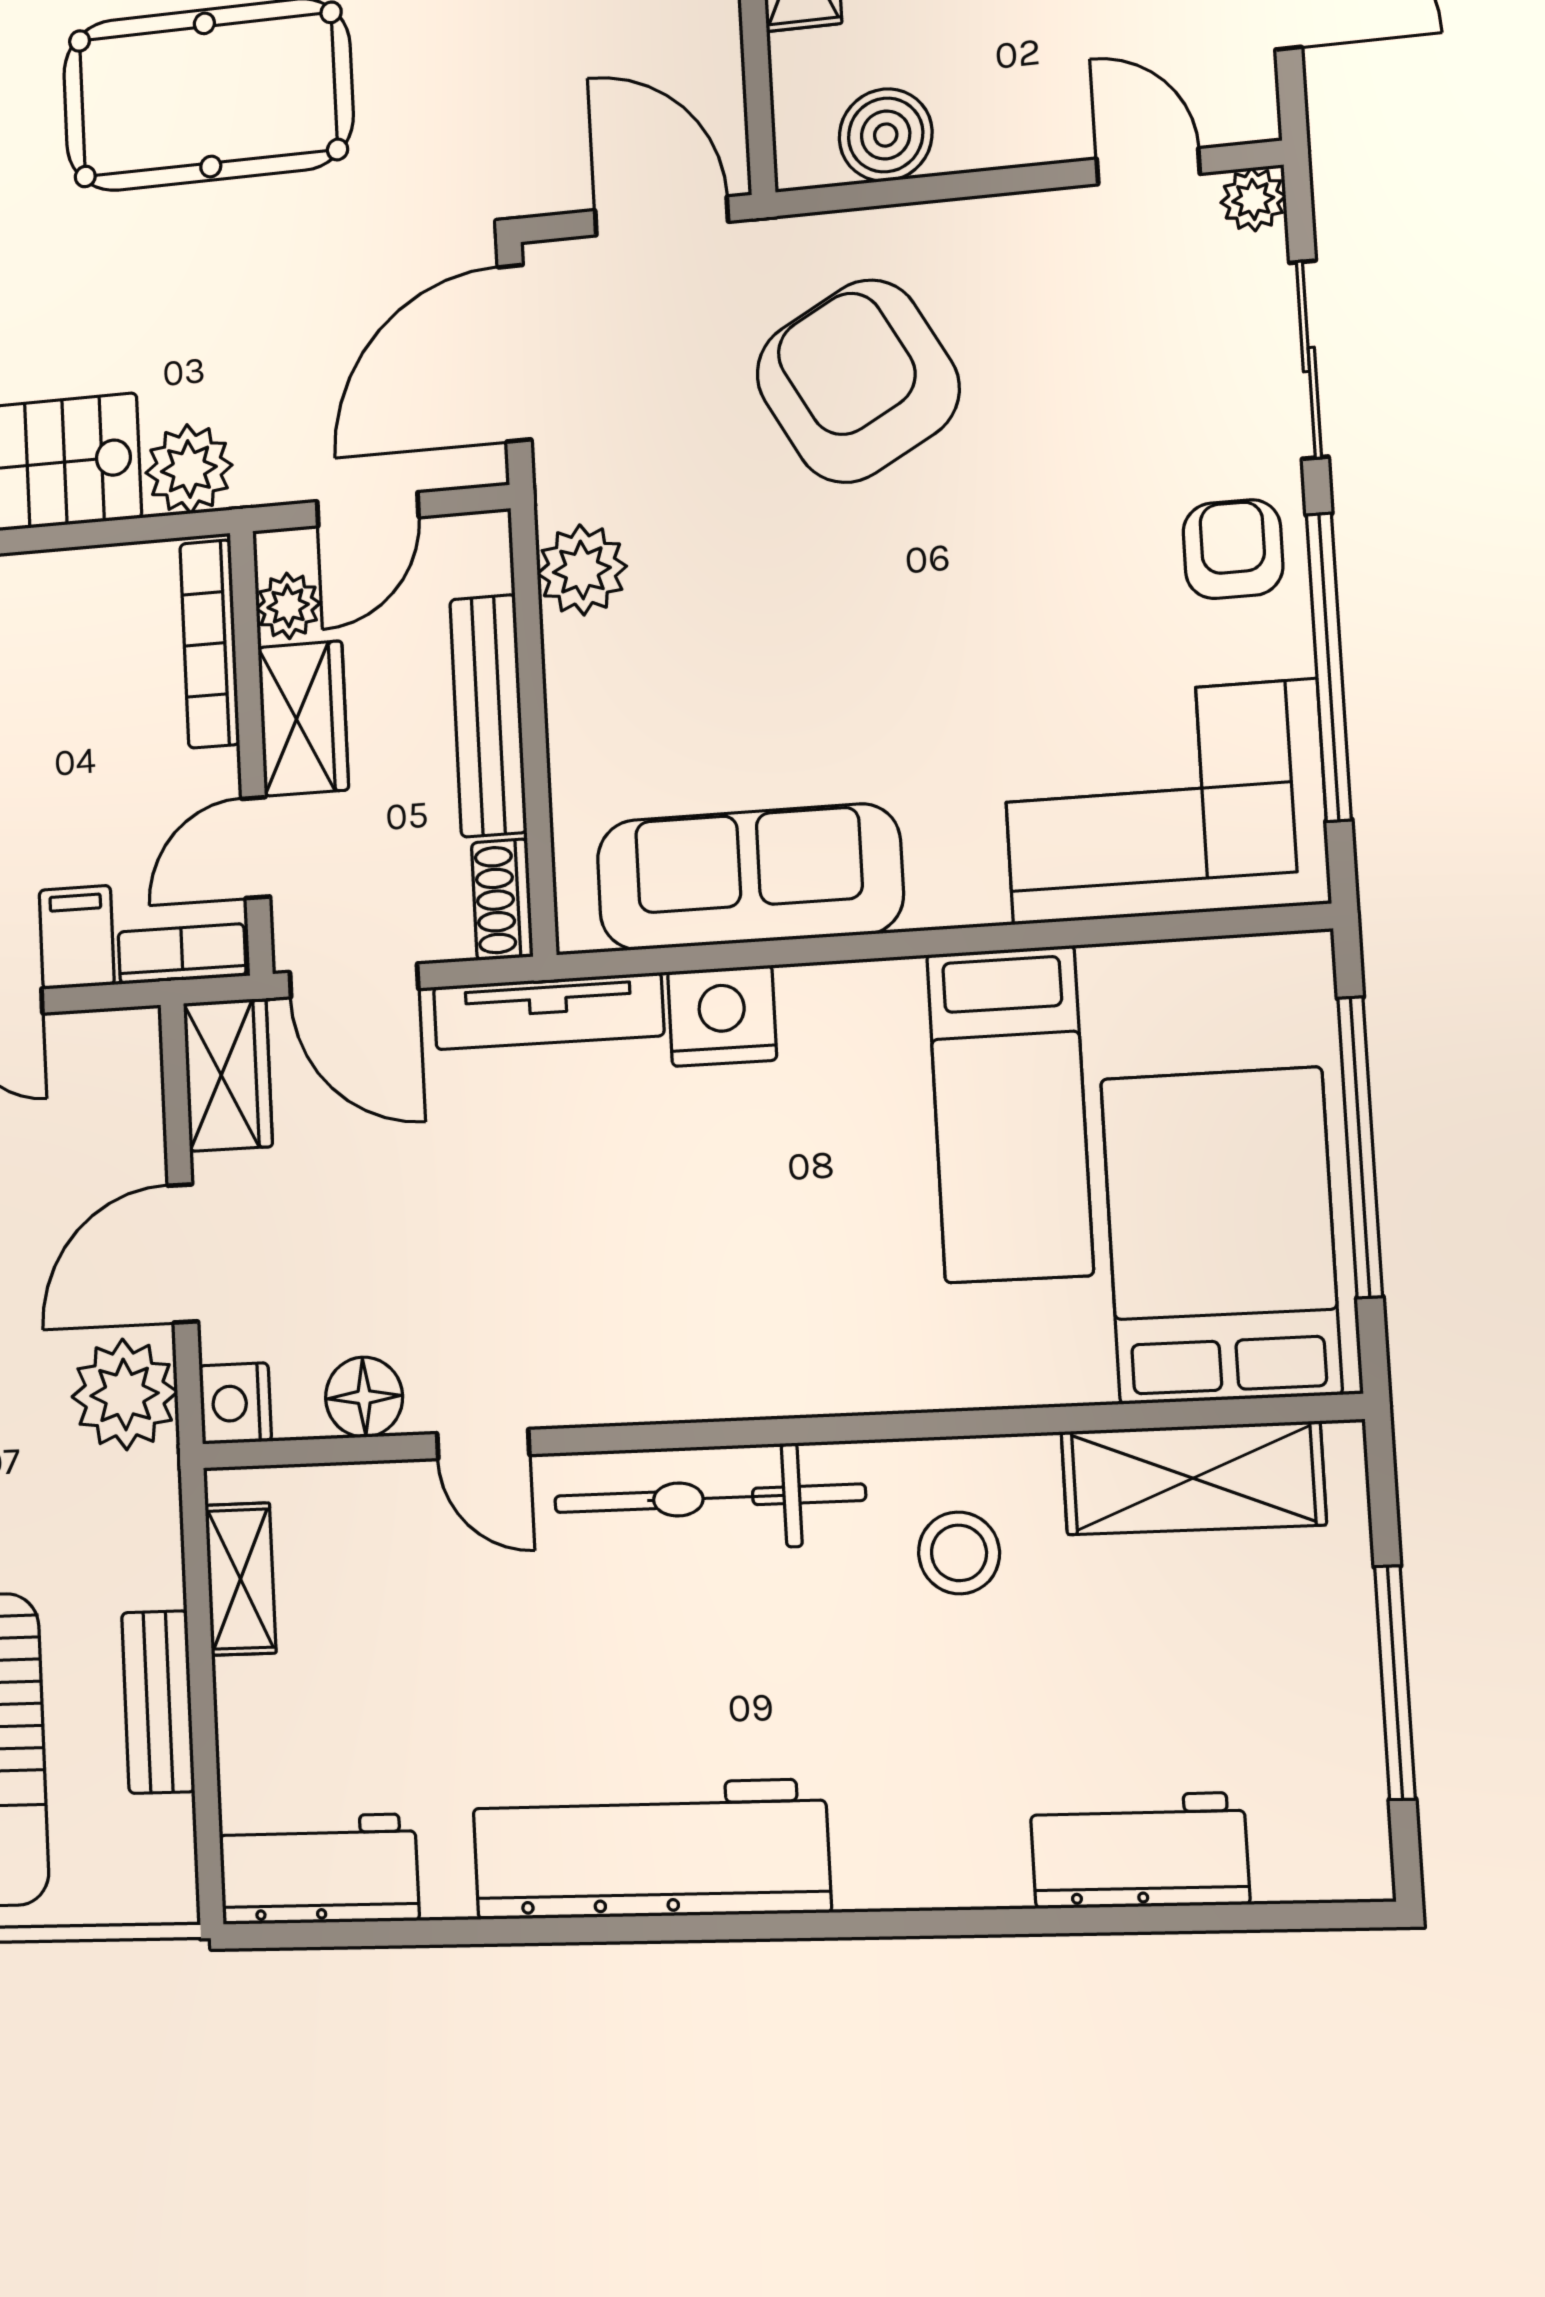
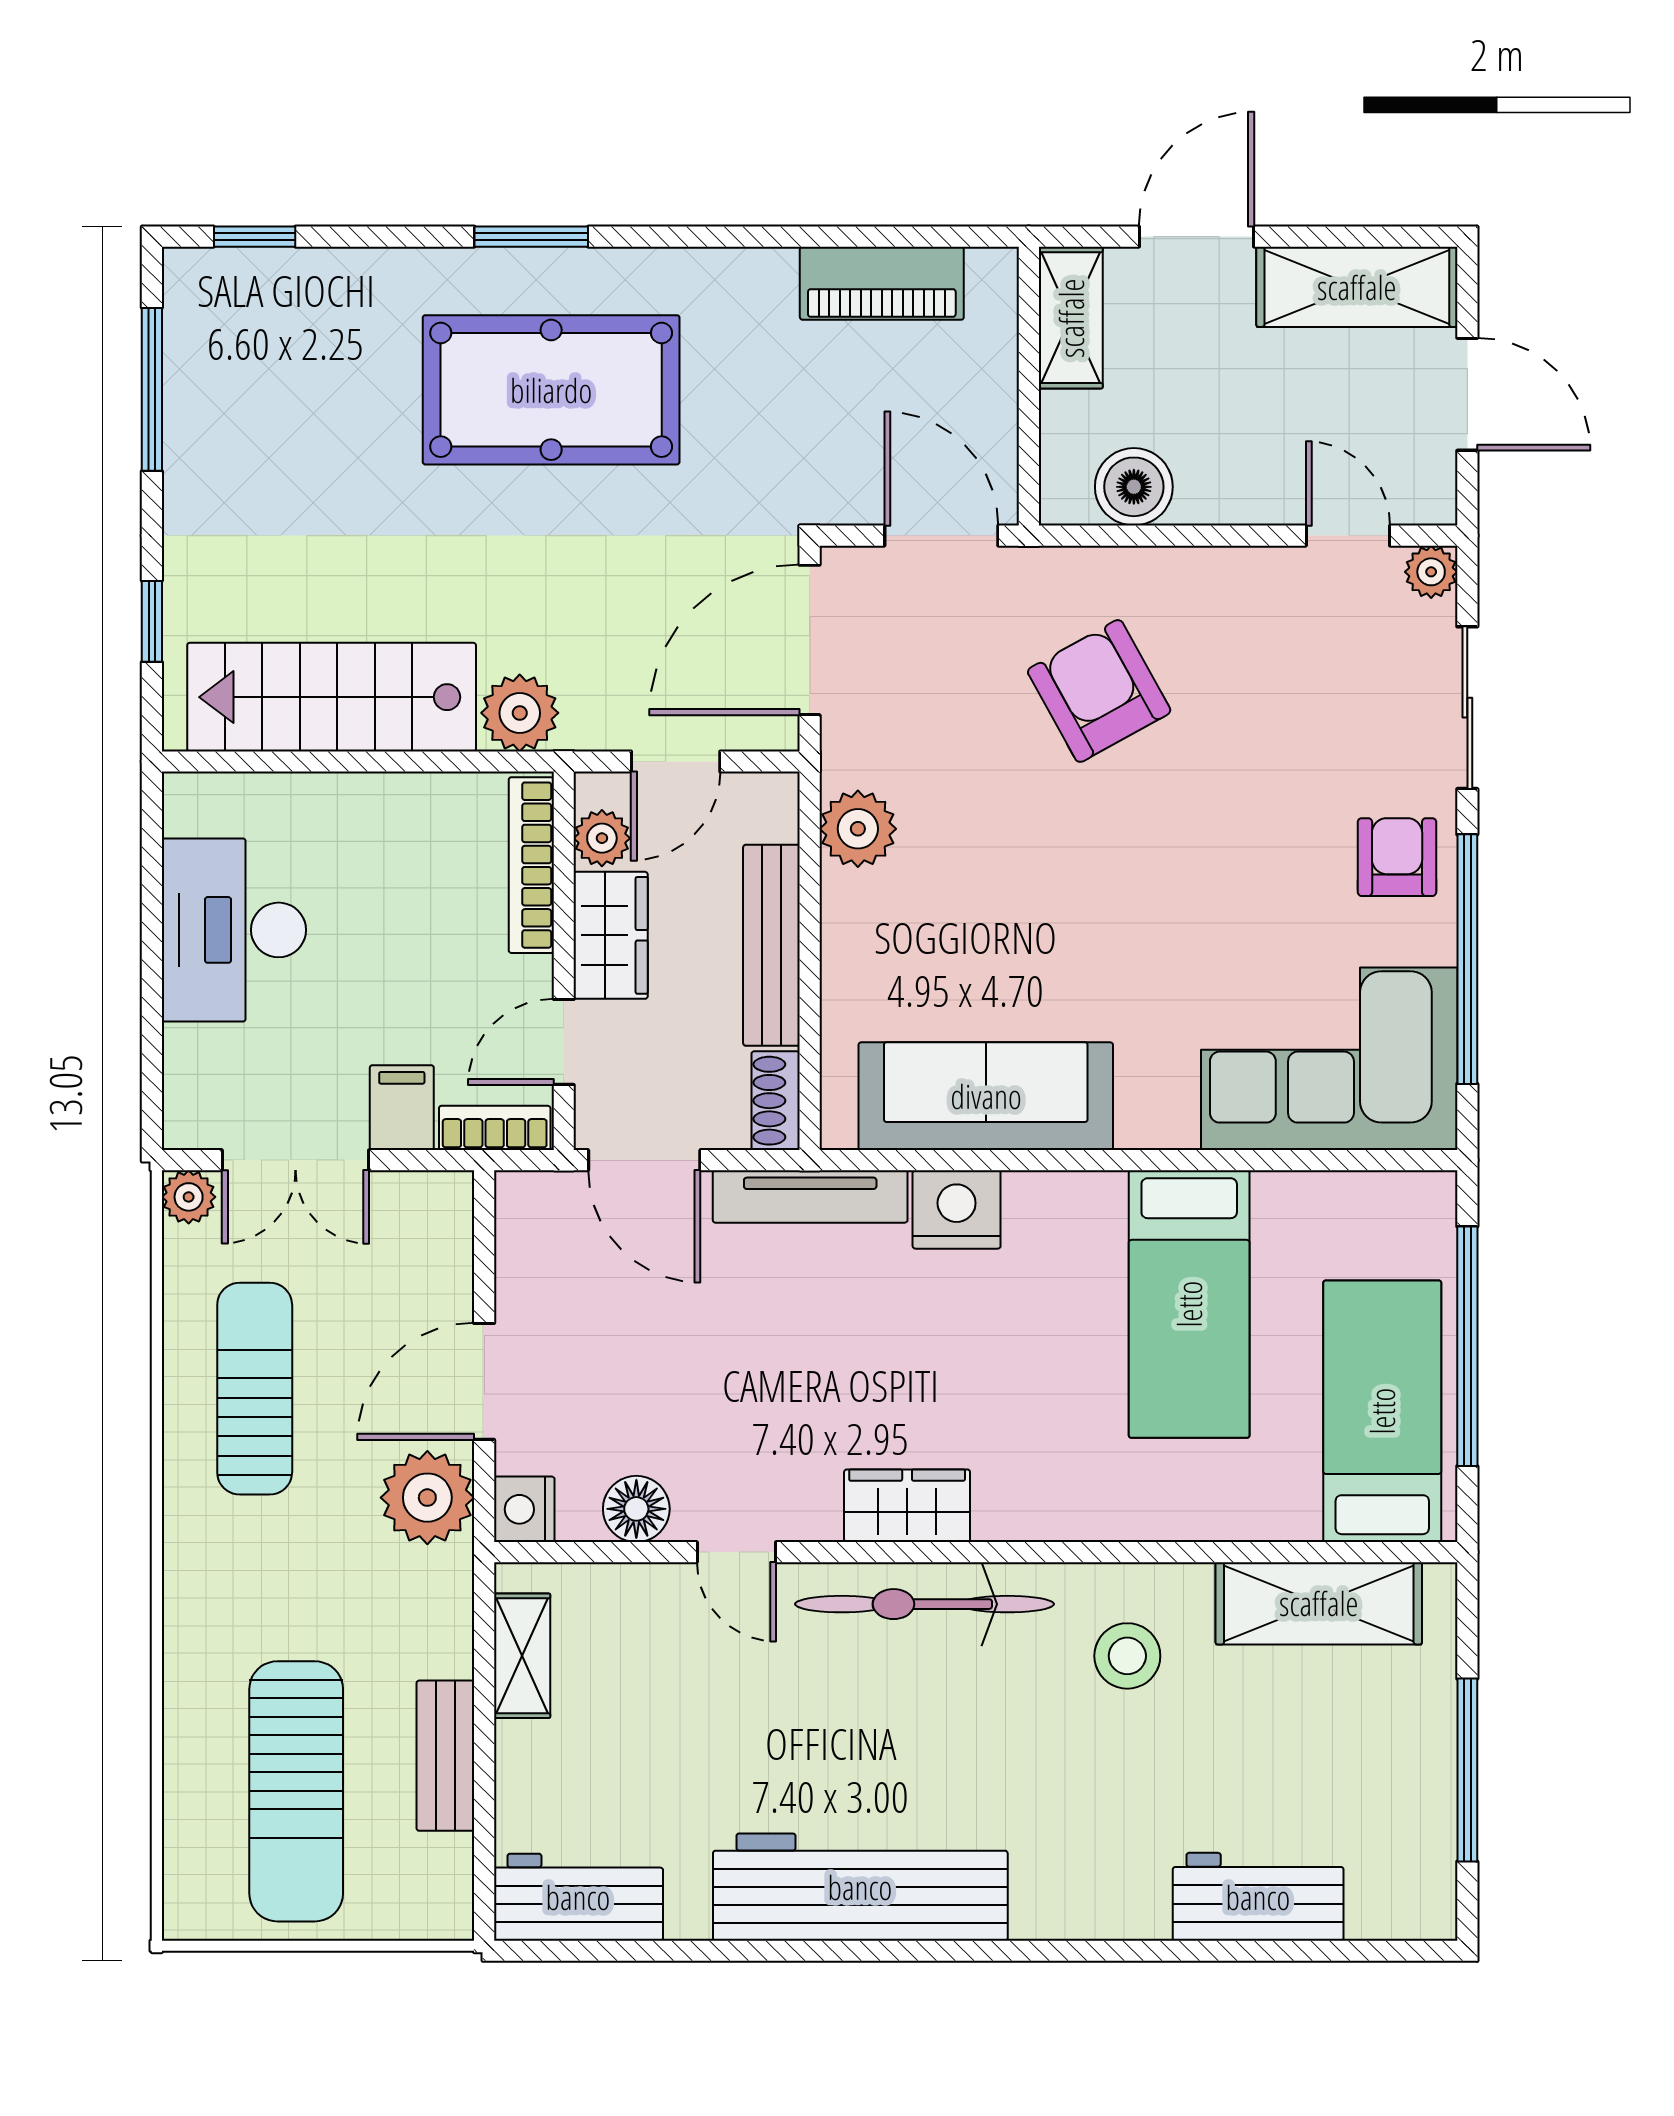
armchair: (858, 381) -> (1099, 691), width x0.73, depth x0.73
wardrobe: (228, 1075) -> (907, 1506), moved, turned -90
bed: (1221, 1236) -> (1382, 1411), width x0.67

